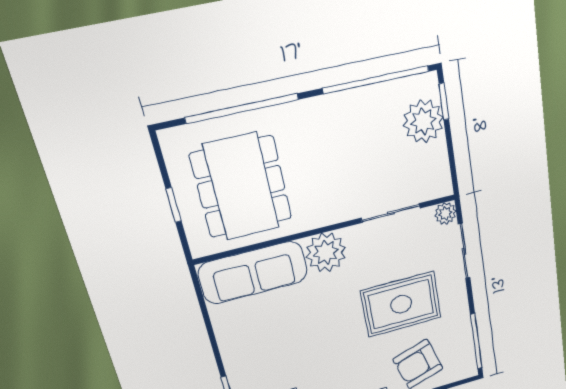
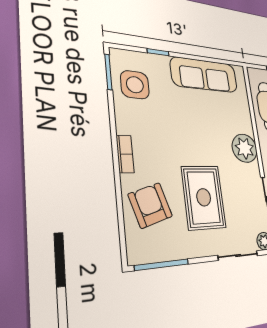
sofa: (253, 273) -> (205, 75), moved, turned -90

